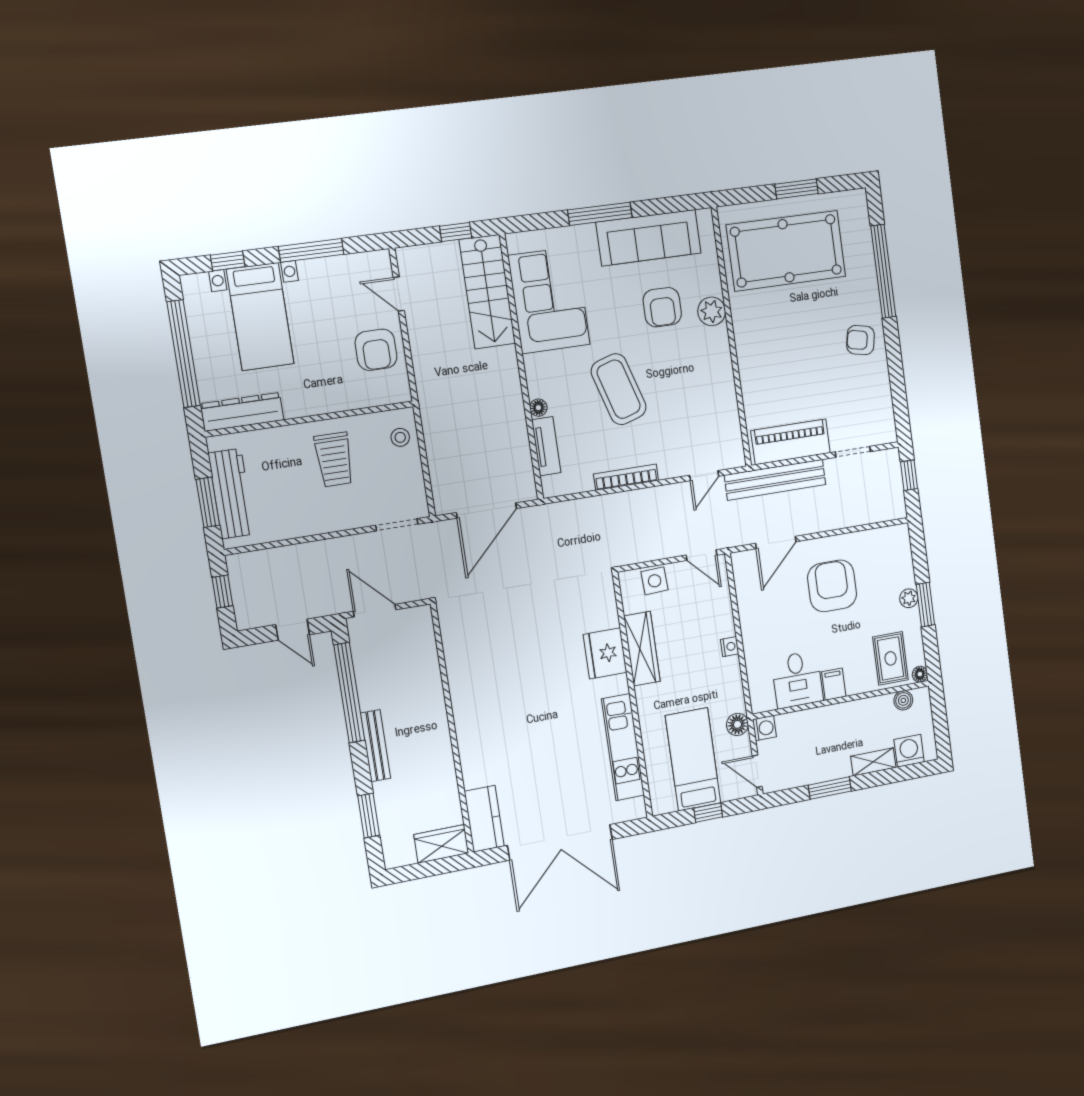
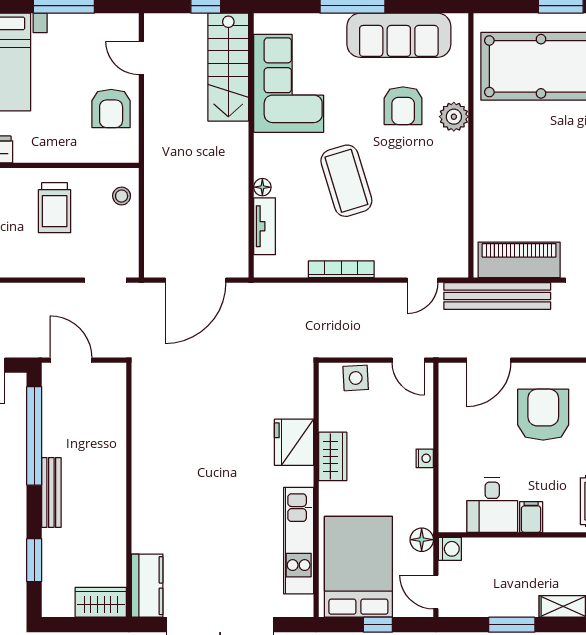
wardrobe: (642, 649) -> (333, 456), width x0.67
bed: (693, 759) -> (358, 567), width x1.50

